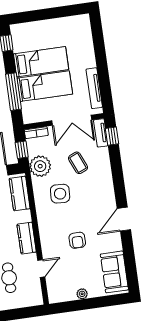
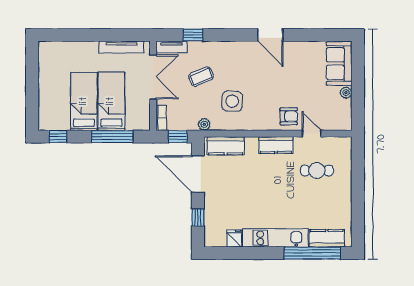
window: (112, 136) -> (193, 35), moved
plant: (40, 166) -> (204, 124), width x0.53, depth x0.53
armchair: (77, 240) -> (289, 116), moved
sofa: (114, 272) -> (339, 64), moved, turned 90

